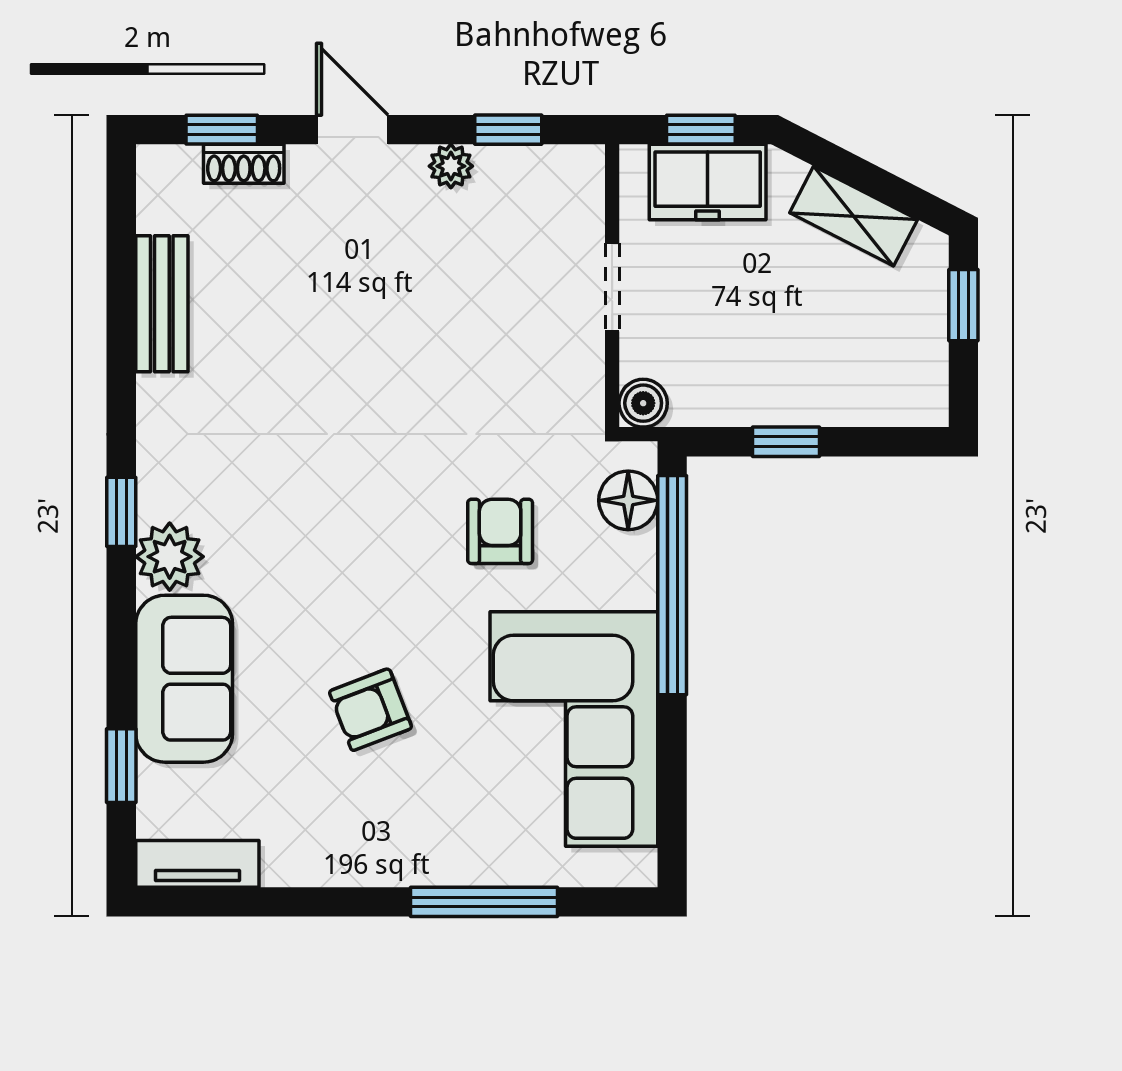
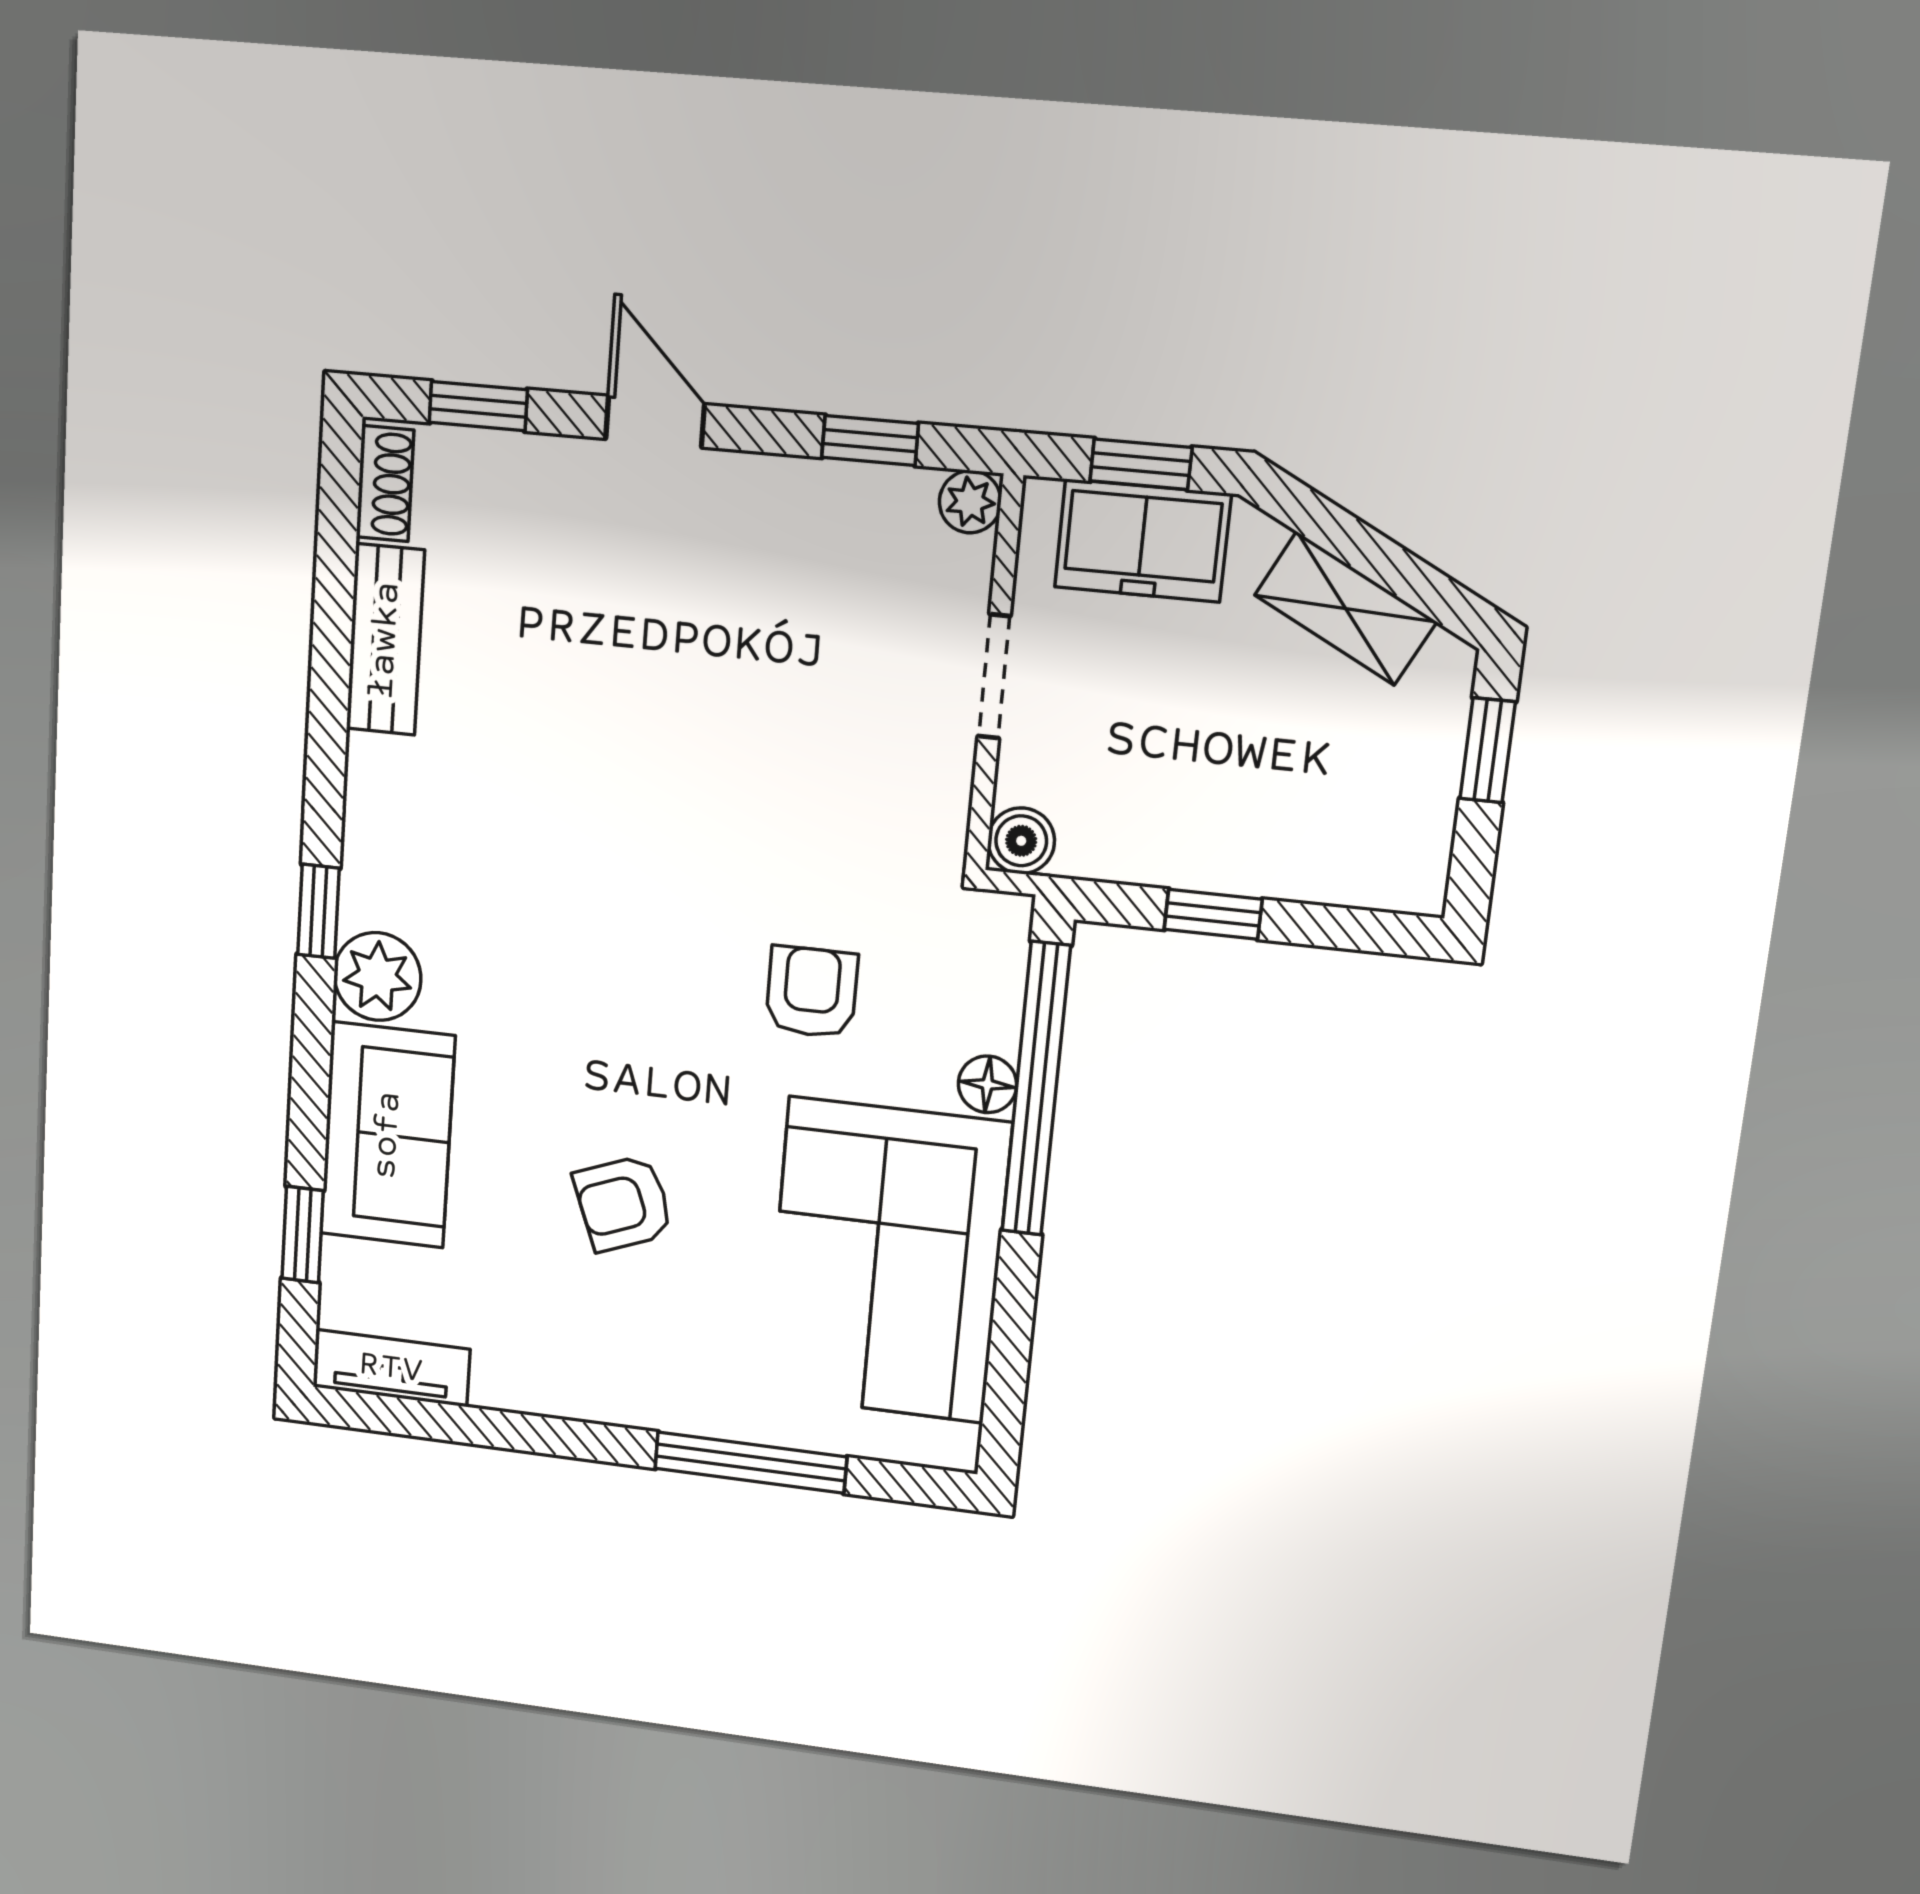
shoe rack: (244, 164) -> (385, 484), moved, turned -90
plant: (451, 166) -> (970, 502), moved
floor lamp: (628, 500) -> (987, 1084), moved, width x0.73, depth x0.73

